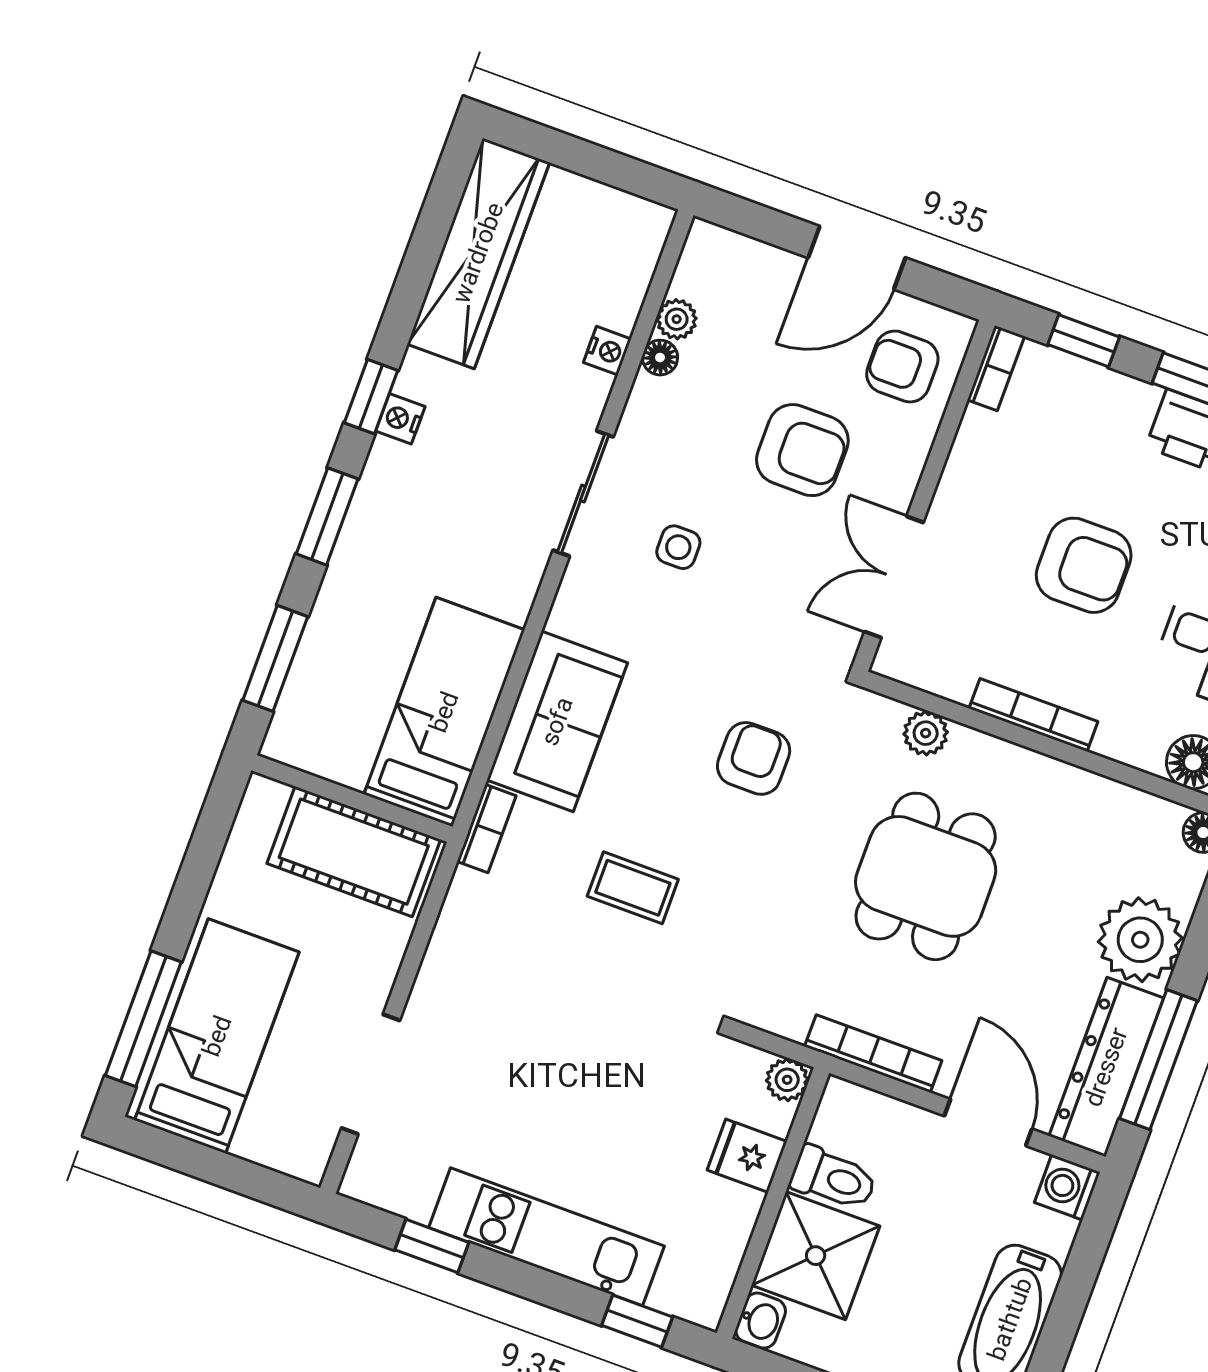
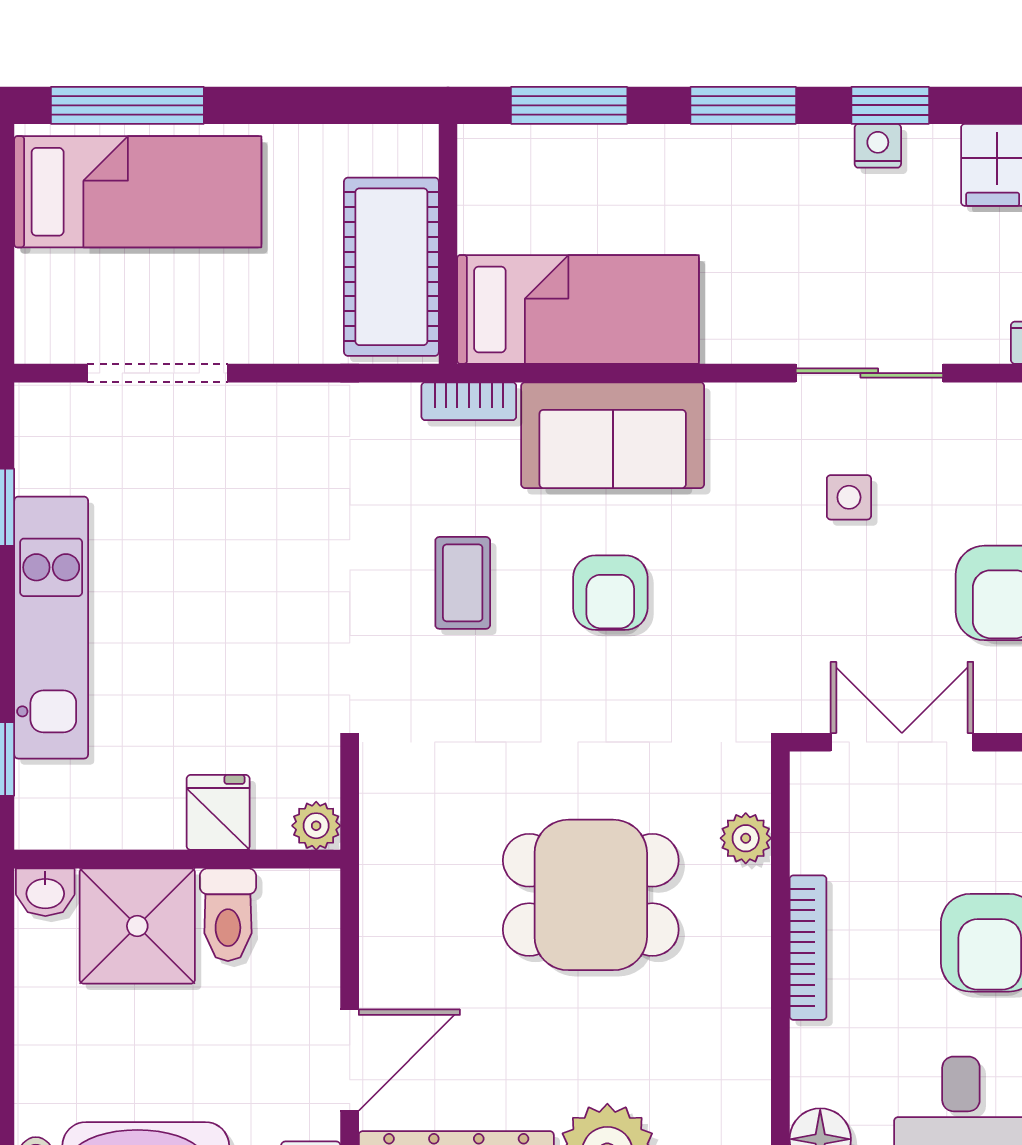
armchair: (754, 758) -> (610, 593), moved, turned 90
bookcase: (873, 1054) -> (379, 908), removed

